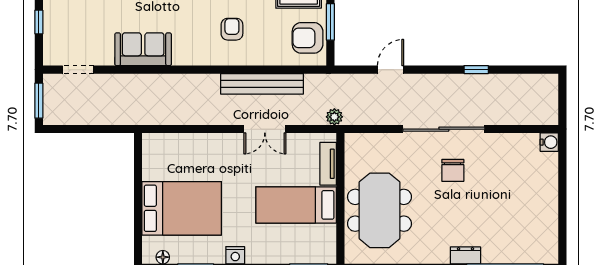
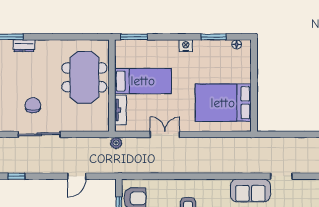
doorway: (78, 70) -> (281, 176), moved
bench: (262, 84) -> (167, 166), removed
sliding door: (444, 129) -> (39, 134), width x0.73
bed: (182, 208) -> (223, 103), moved

